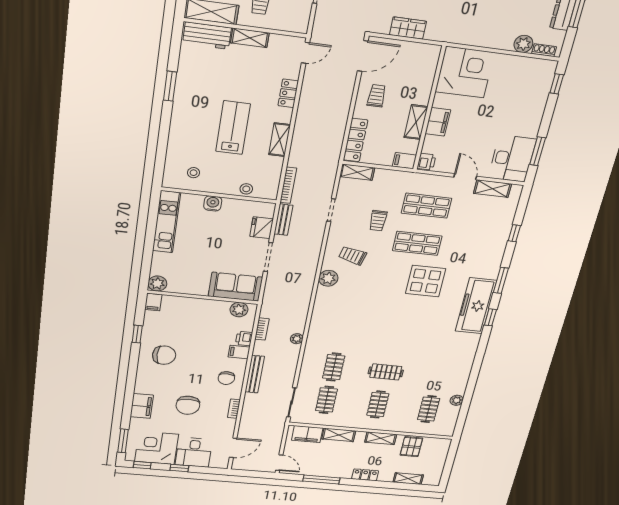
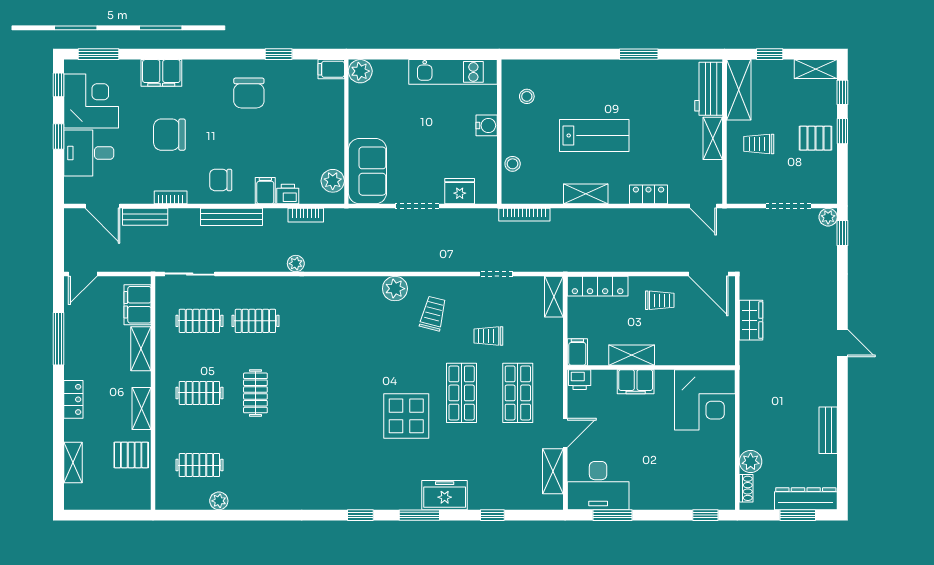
bench: (283, 220) -> (145, 217), moved
freezer: (476, 306) -> (445, 495), moved, width x0.52, depth x0.79

